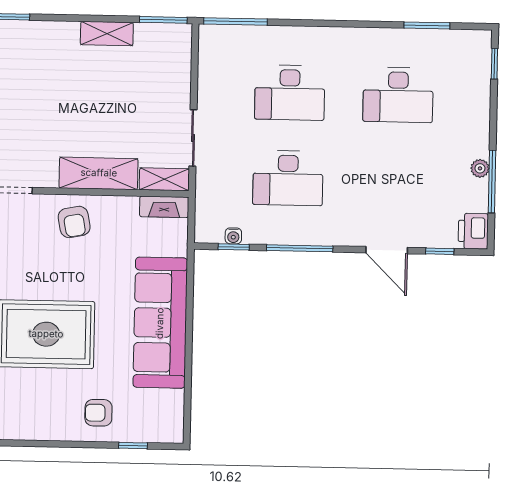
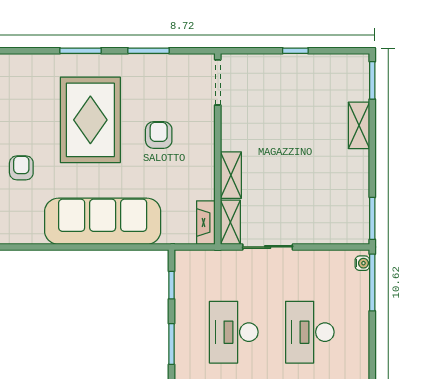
shelving: (107, 34) -> (359, 125), moved
shelving: (99, 173) -> (231, 175), width x0.67, depth x0.75
armchair: (74, 222) -> (159, 135), moved, turned 101
water cooler: (233, 236) -> (362, 263), moved, turned 180
window: (300, 248) -> (171, 344), width x0.69

